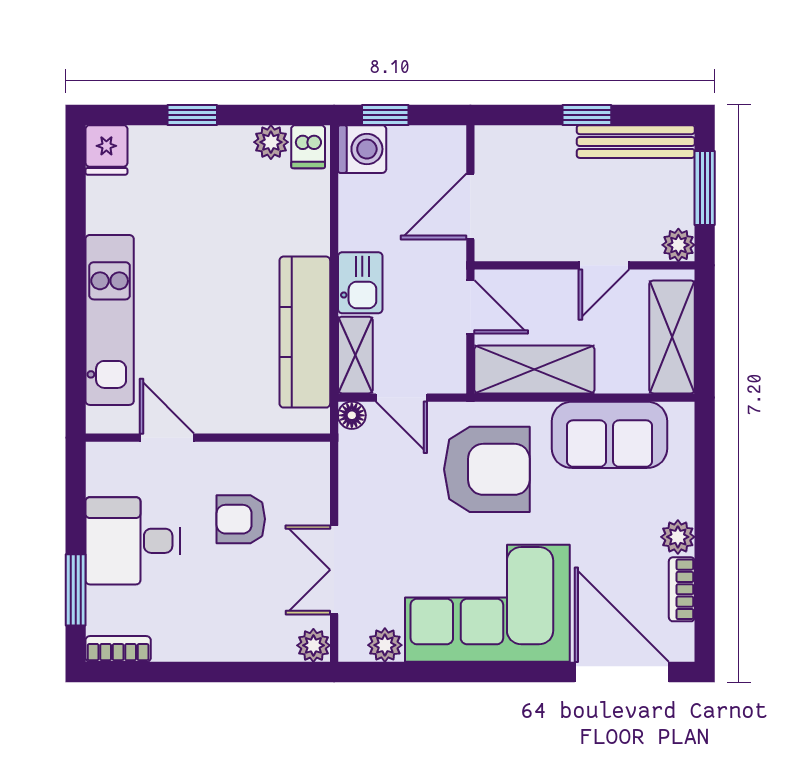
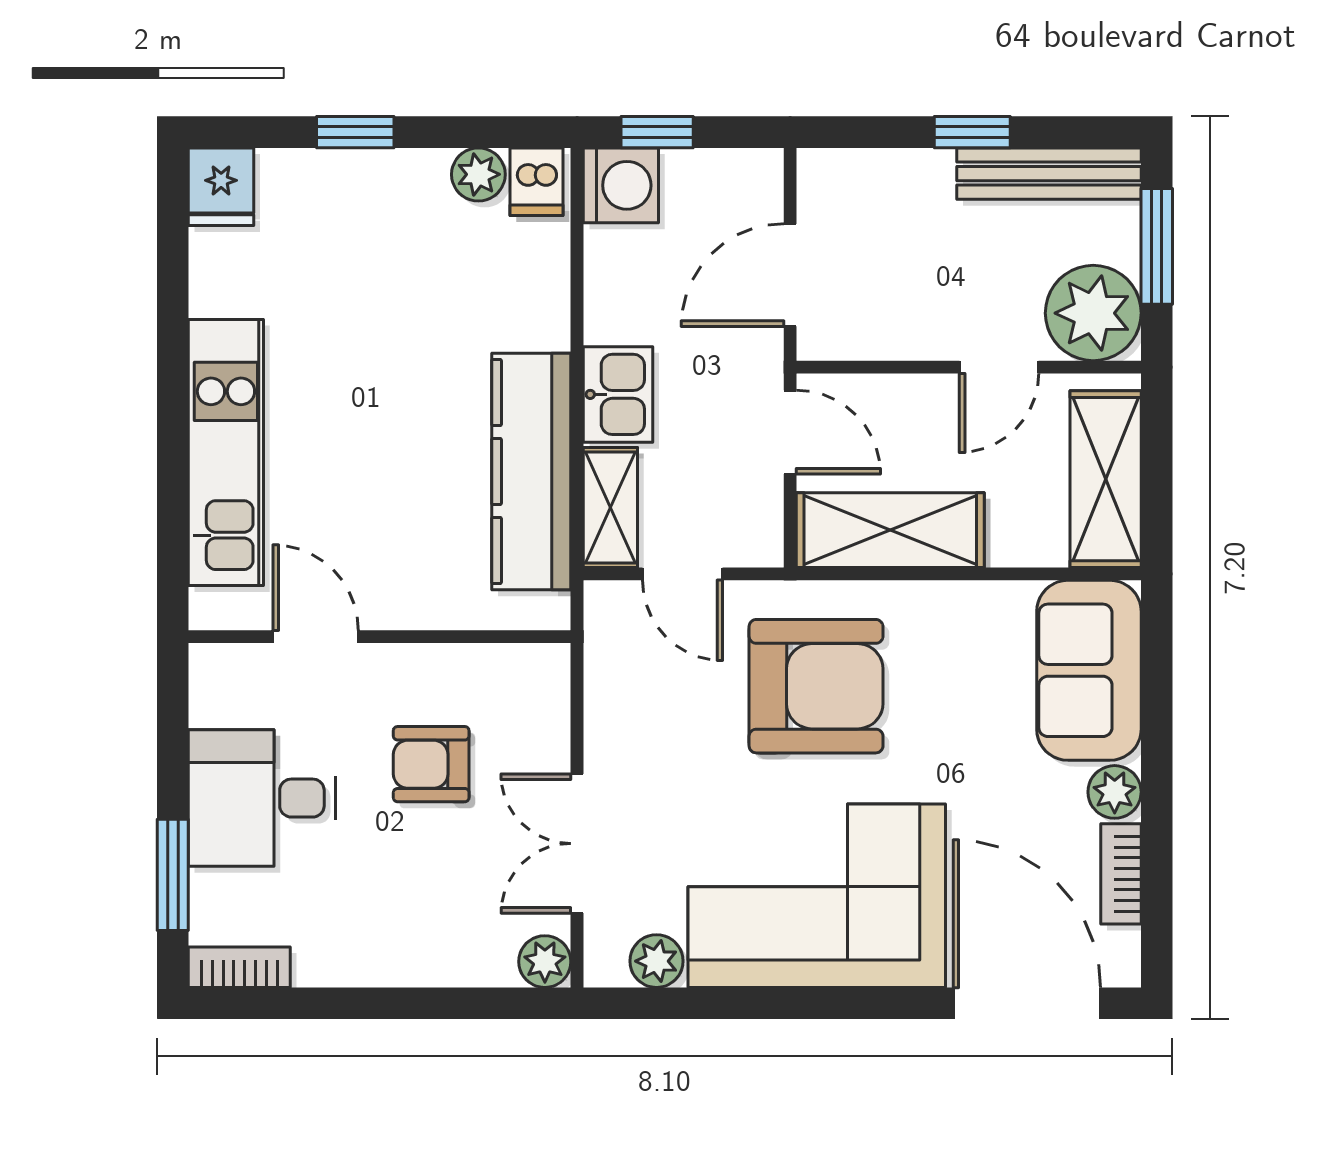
plant: (678, 245) -> (1093, 313), width x1.87, depth x1.87
floor lamp: (352, 415) -> (605, 602), removed
sofa: (610, 435) -> (1089, 670), moved, turned 90

